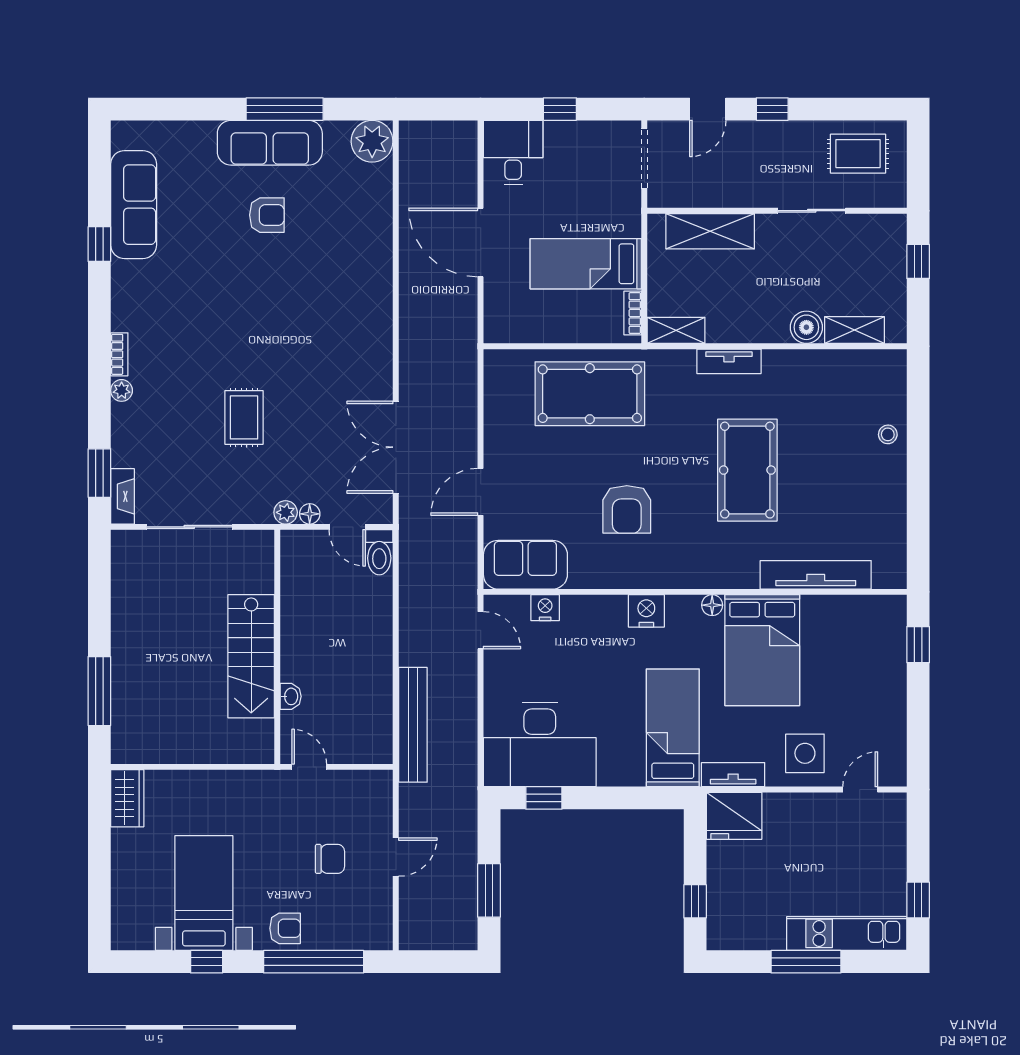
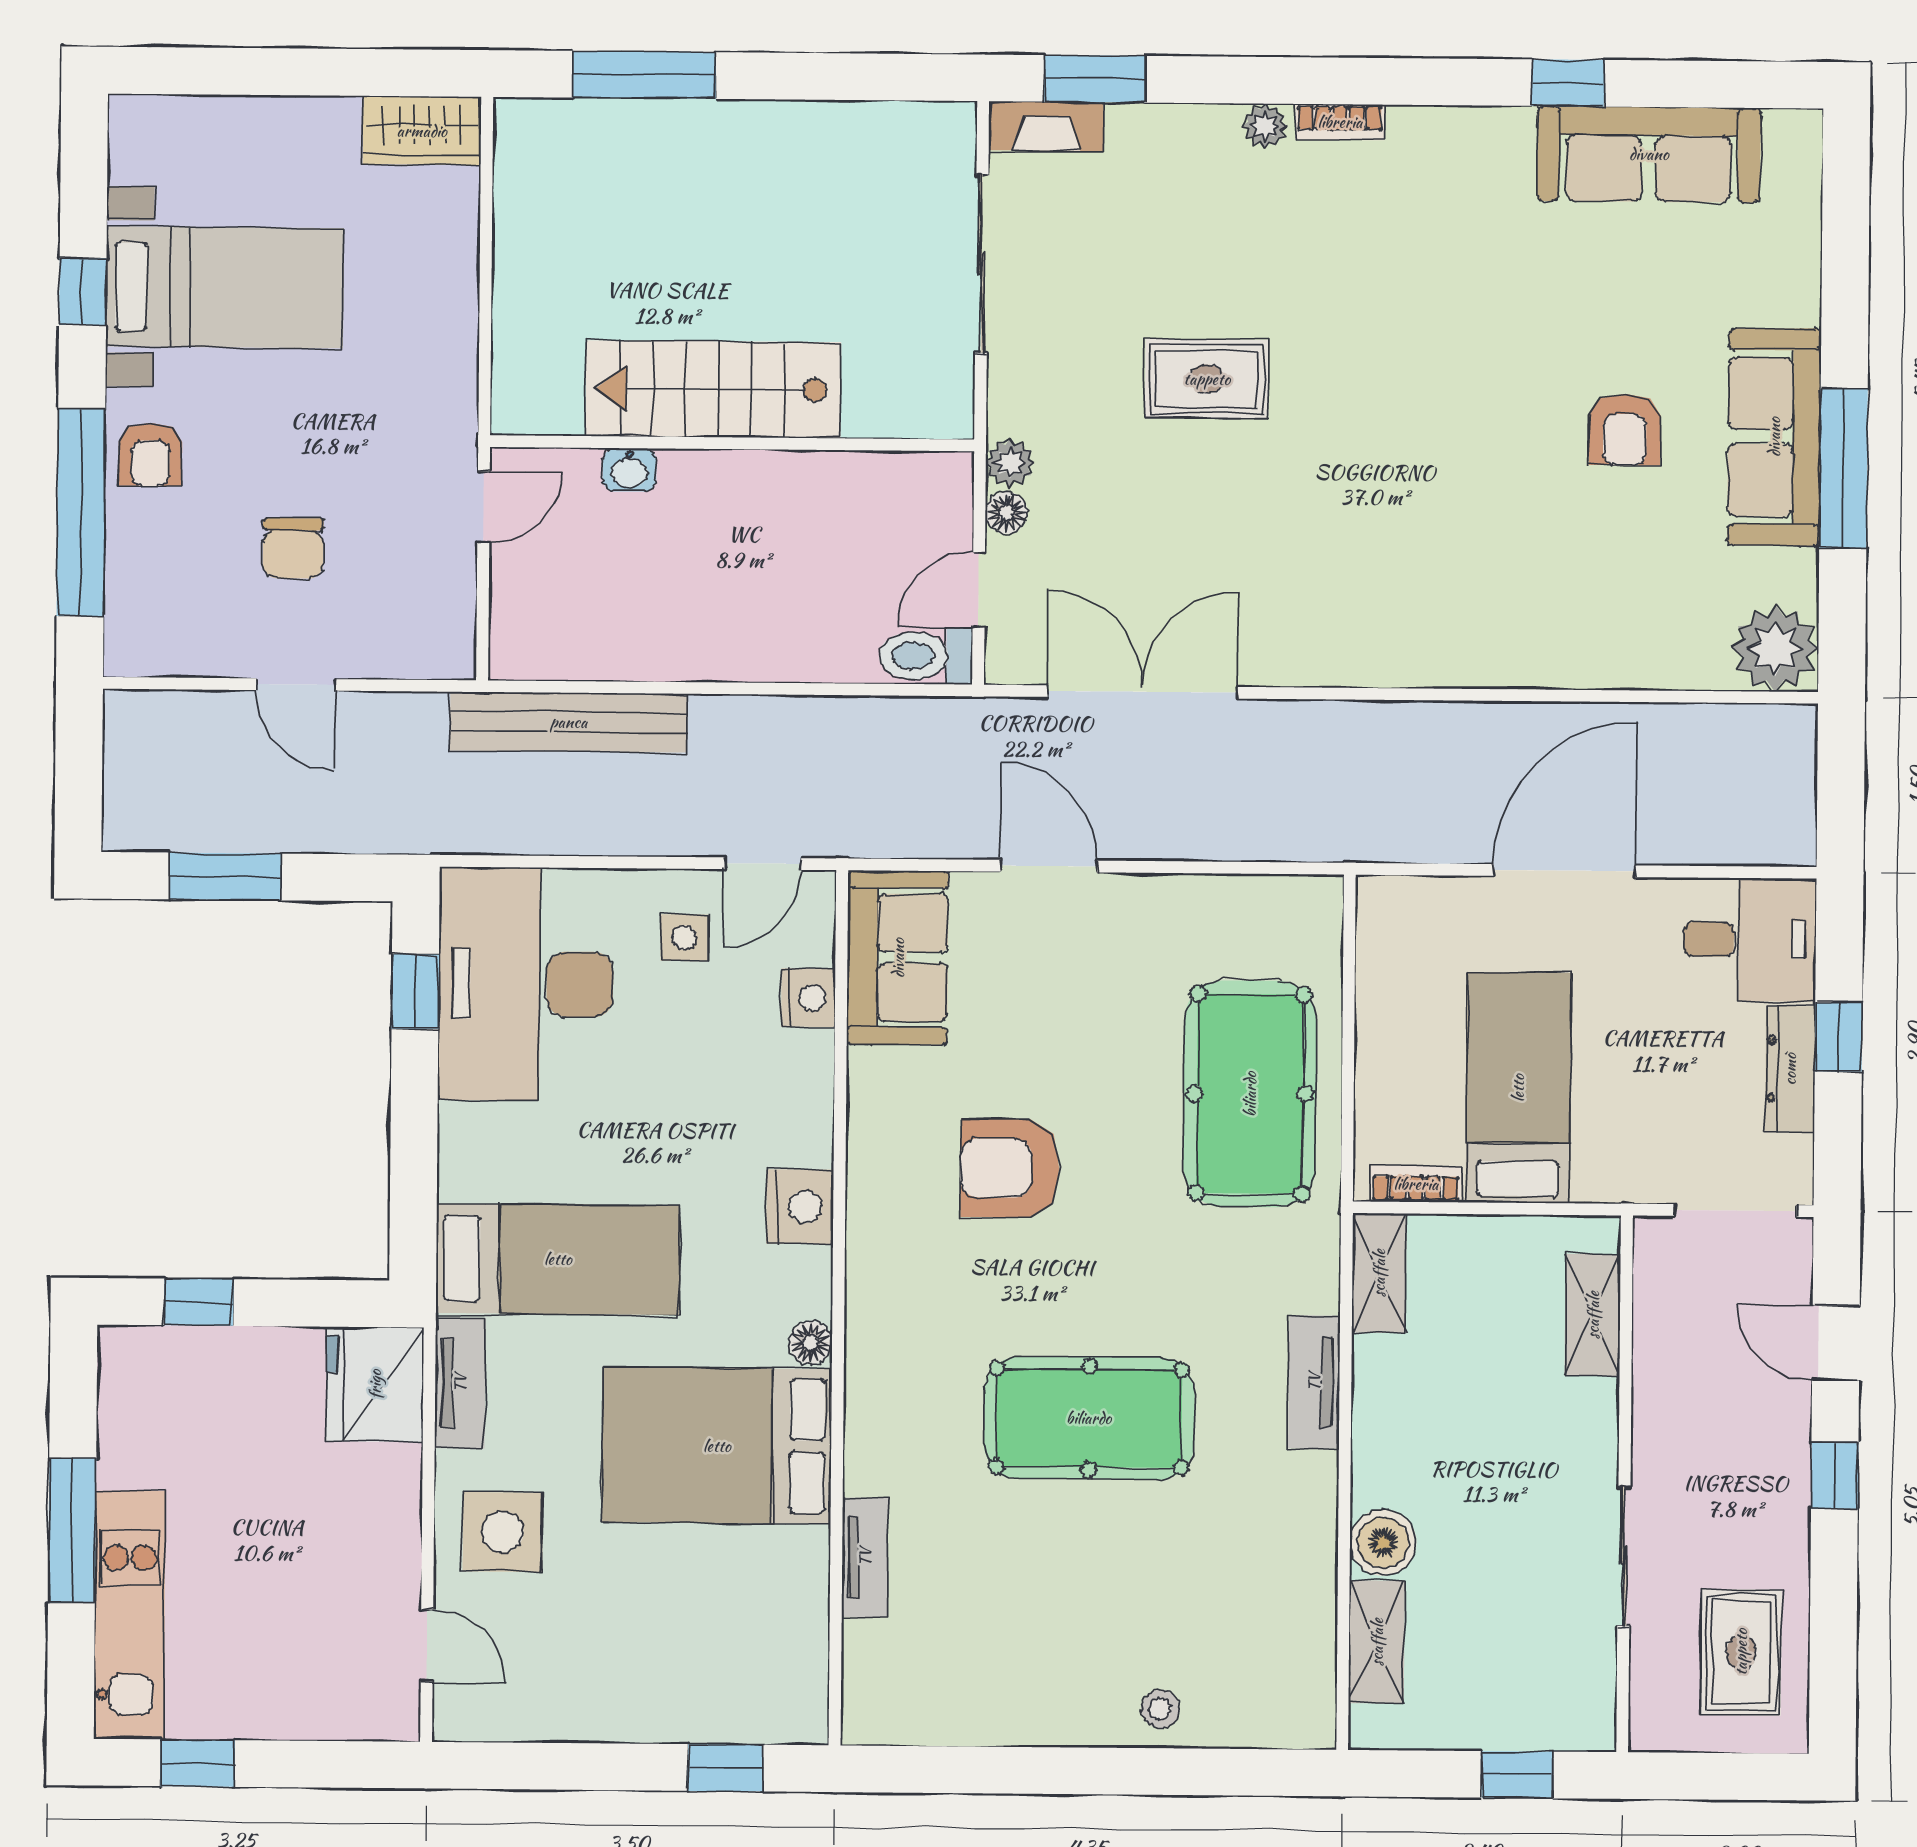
dresser: (576, 132) -> (1790, 1069), added
shelving: (710, 231) -> (1593, 1315), width x0.67, depth x0.75
tv unit: (816, 575) -> (865, 1557), width x0.52, depth x0.78
side table: (517, 668) -> (684, 938), added

